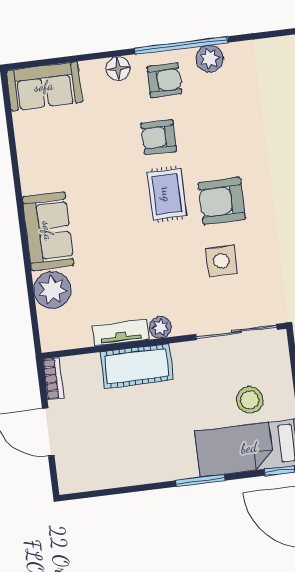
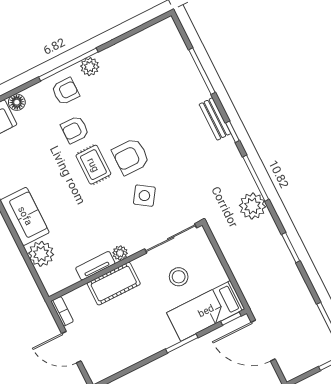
floor lamp: (118, 68) -> (17, 102), moved
side table: (221, 261) -> (144, 196), turned 34
stool: (250, 400) -> (179, 277), moved

